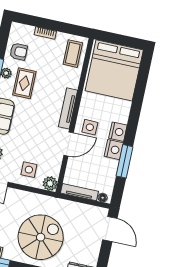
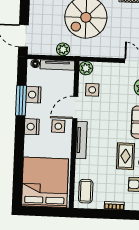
nightstand: (114, 150) -> (33, 95), moved
side table: (29, 170) -> (92, 90), moved
plant: (71, 208) -> (63, 49), added

